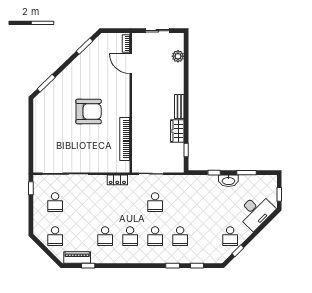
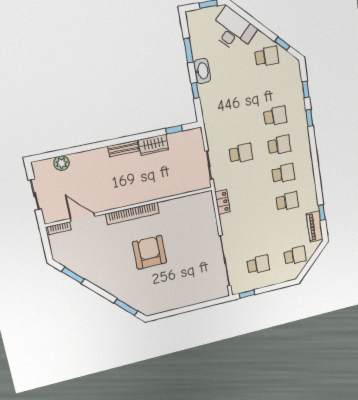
door: (131, 64) -> (83, 217), swing flipped
bookcase: (125, 139) -> (132, 214), moved

